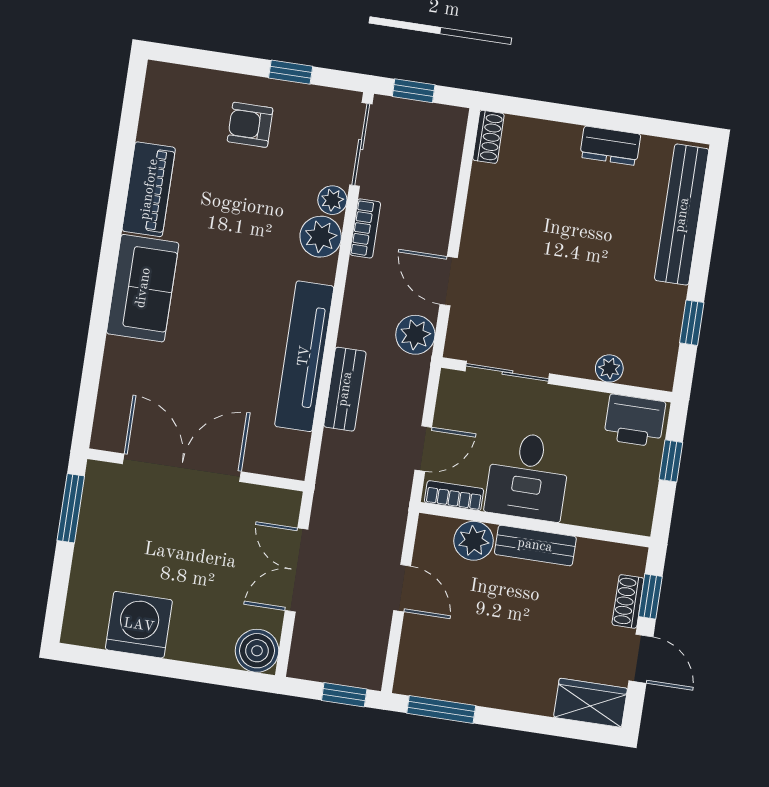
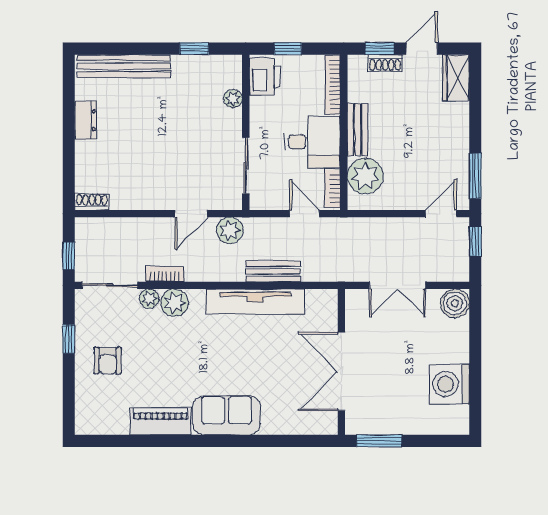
bookcase: (608, 519) -> (333, 85), added
plant: (474, 541) -> (365, 176), width x1.36, depth x1.36
door: (402, 588) -> (441, 214), moved

